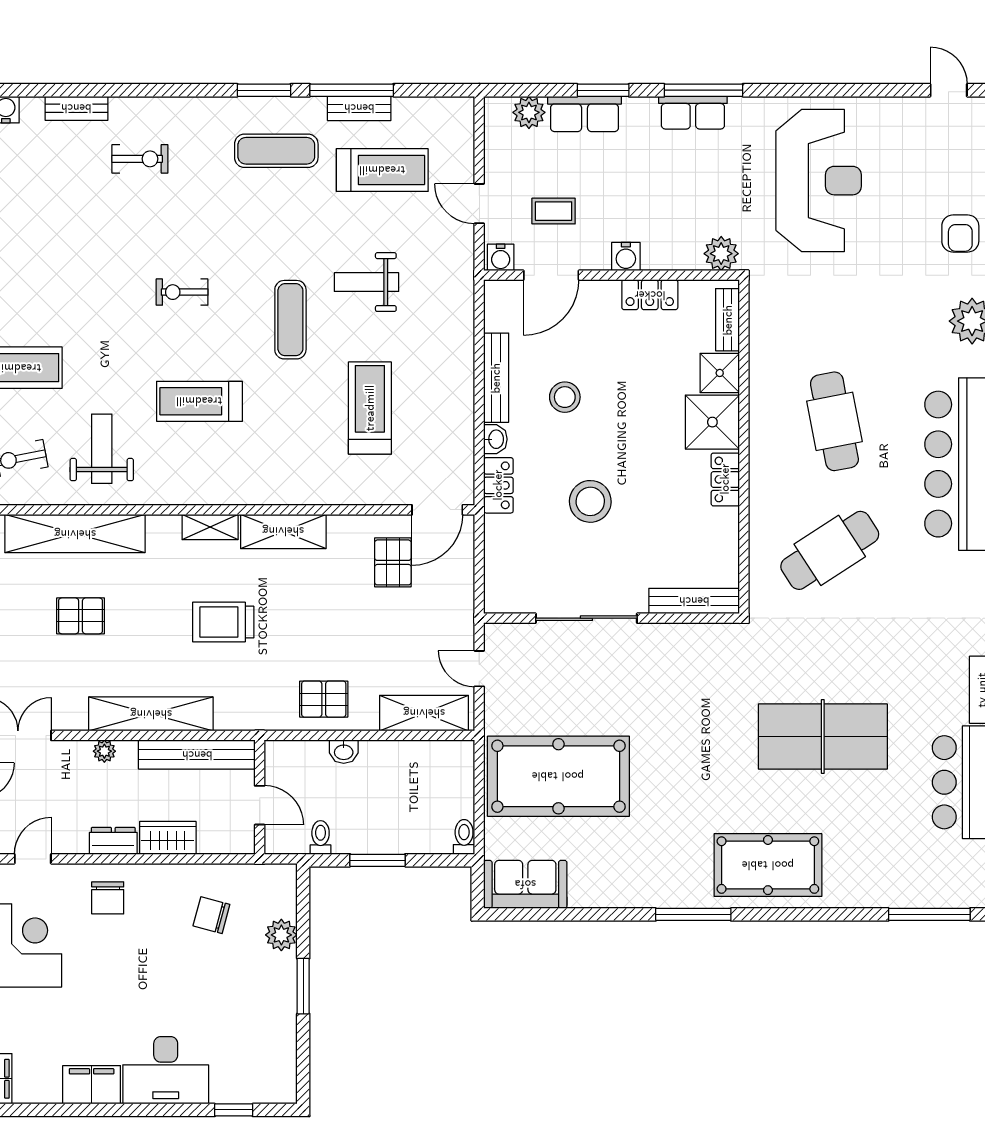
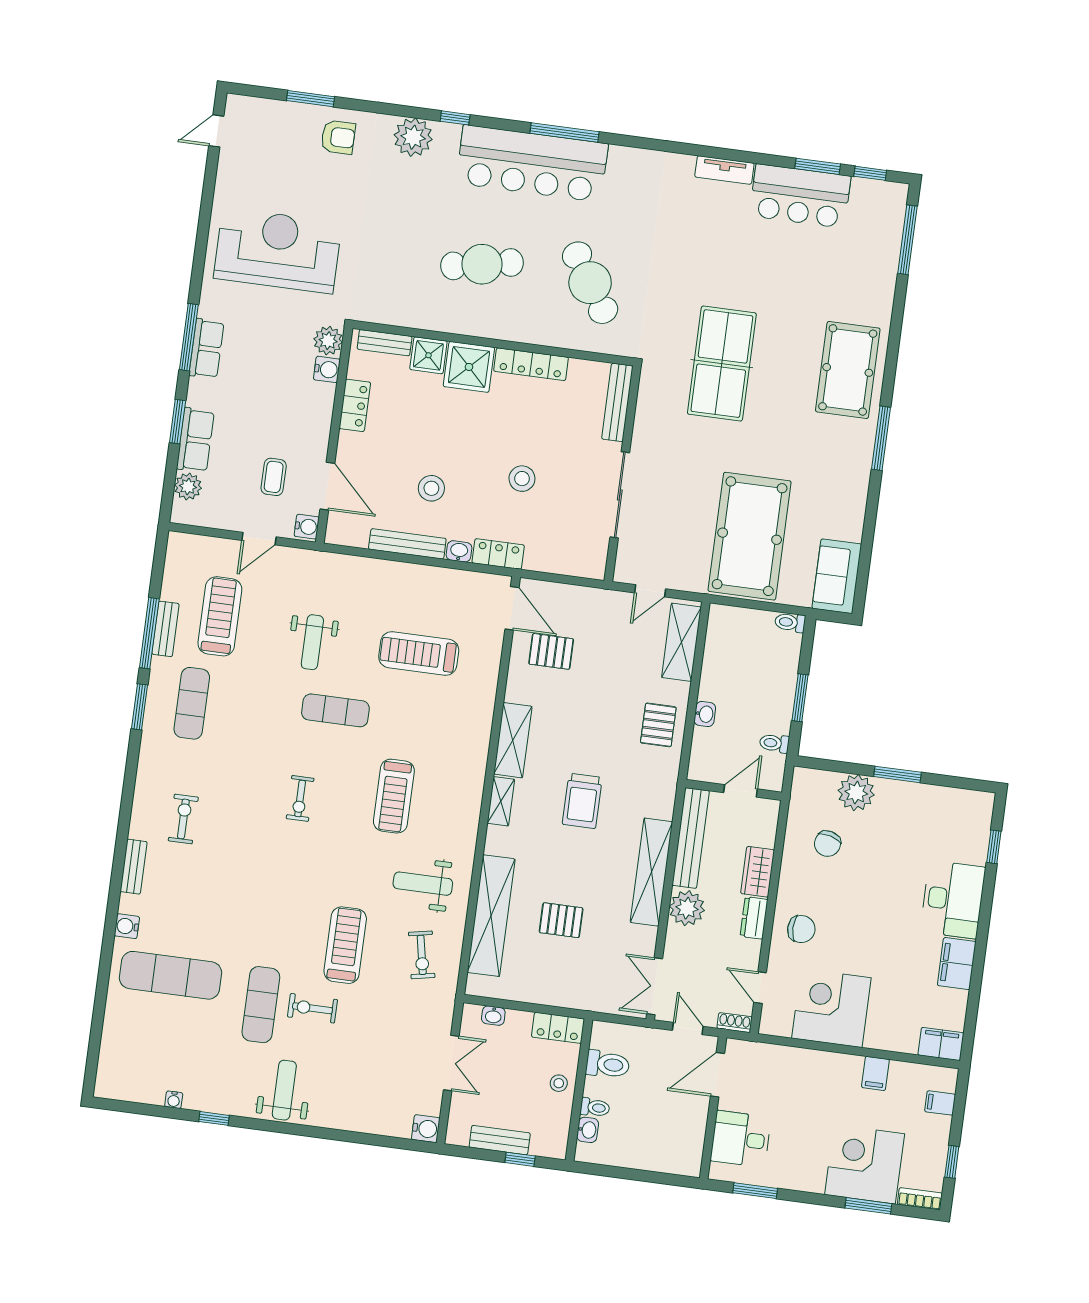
water cooler: (626, 257) -> (327, 369), moved
locker: (725, 479) -> (531, 364), width x1.53
stool: (590, 501) -> (522, 479), width x0.73, depth x0.73
pallet: (81, 616) -> (561, 920), turned 90
table tennis table: (823, 736) -> (722, 364), moved
plant: (104, 751) -> (687, 908), width x1.88, depth x1.88
plant: (281, 935) -> (856, 793), width x1.36, depth x1.36

